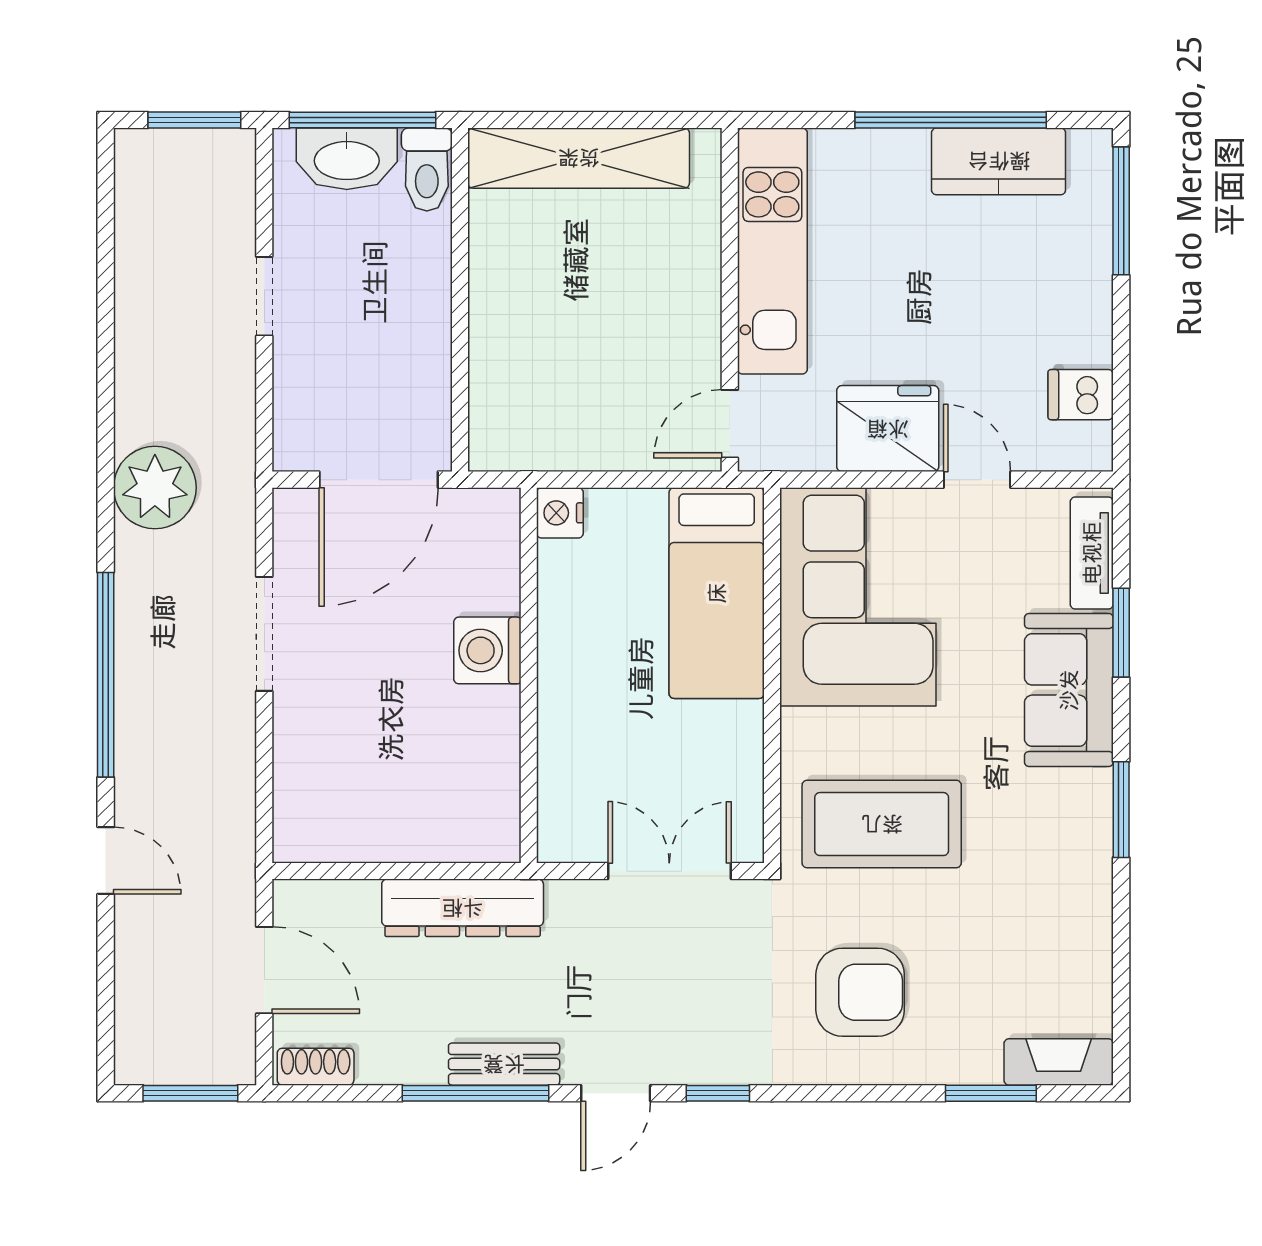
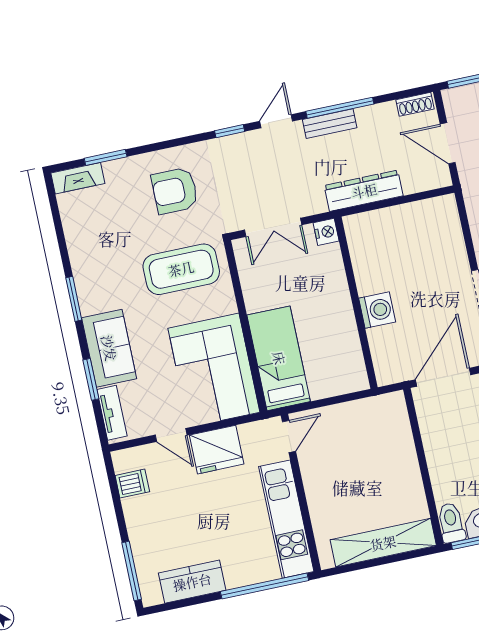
window: (951, 120) -> (264, 586), moved
nightstand: (560, 513) -> (326, 232), moved

